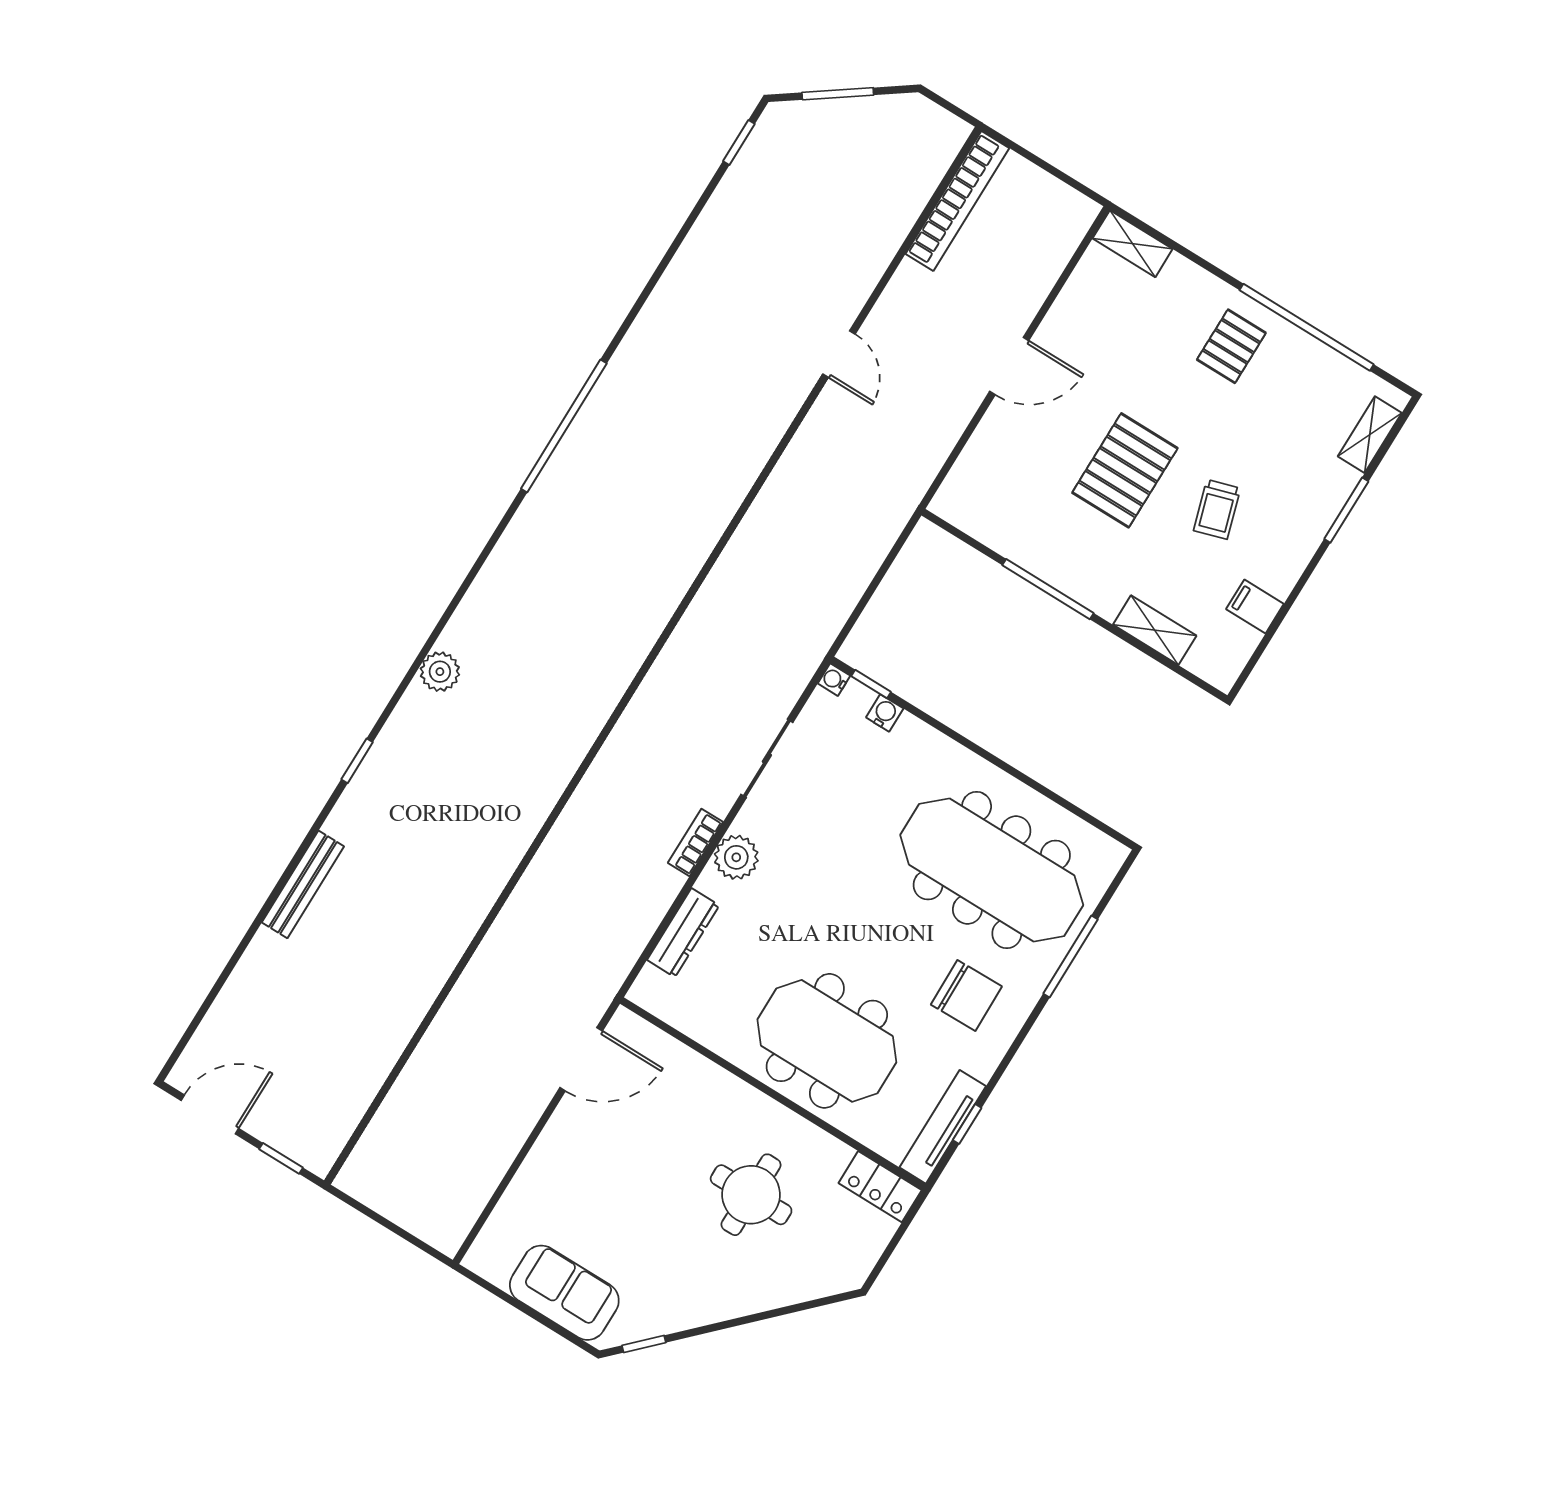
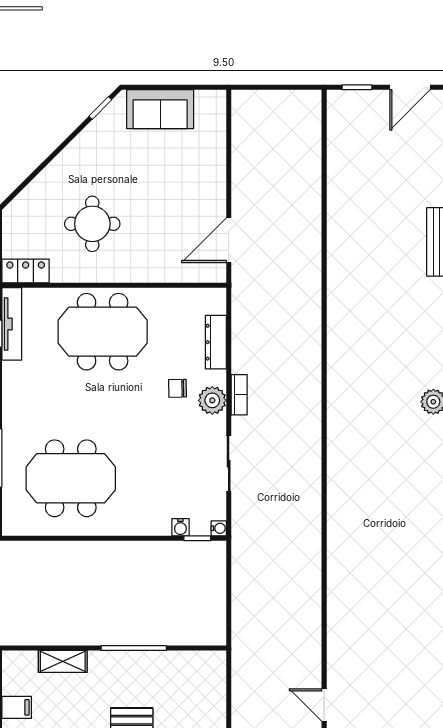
meeting table: (992, 870) -> (71, 478), width x0.73
chair: (966, 996) -> (177, 388), moved, width x0.54, depth x0.54

